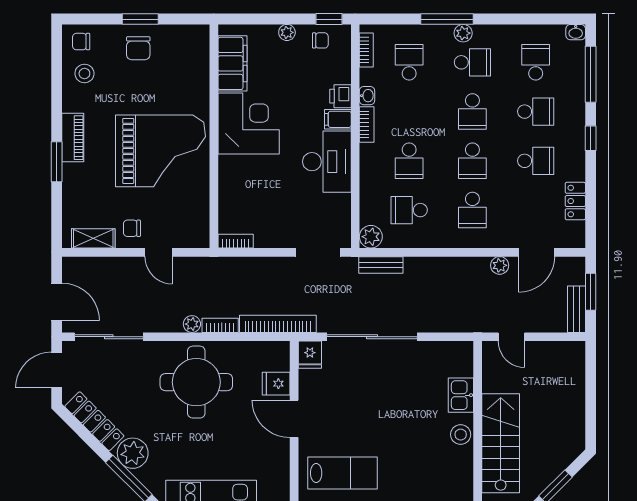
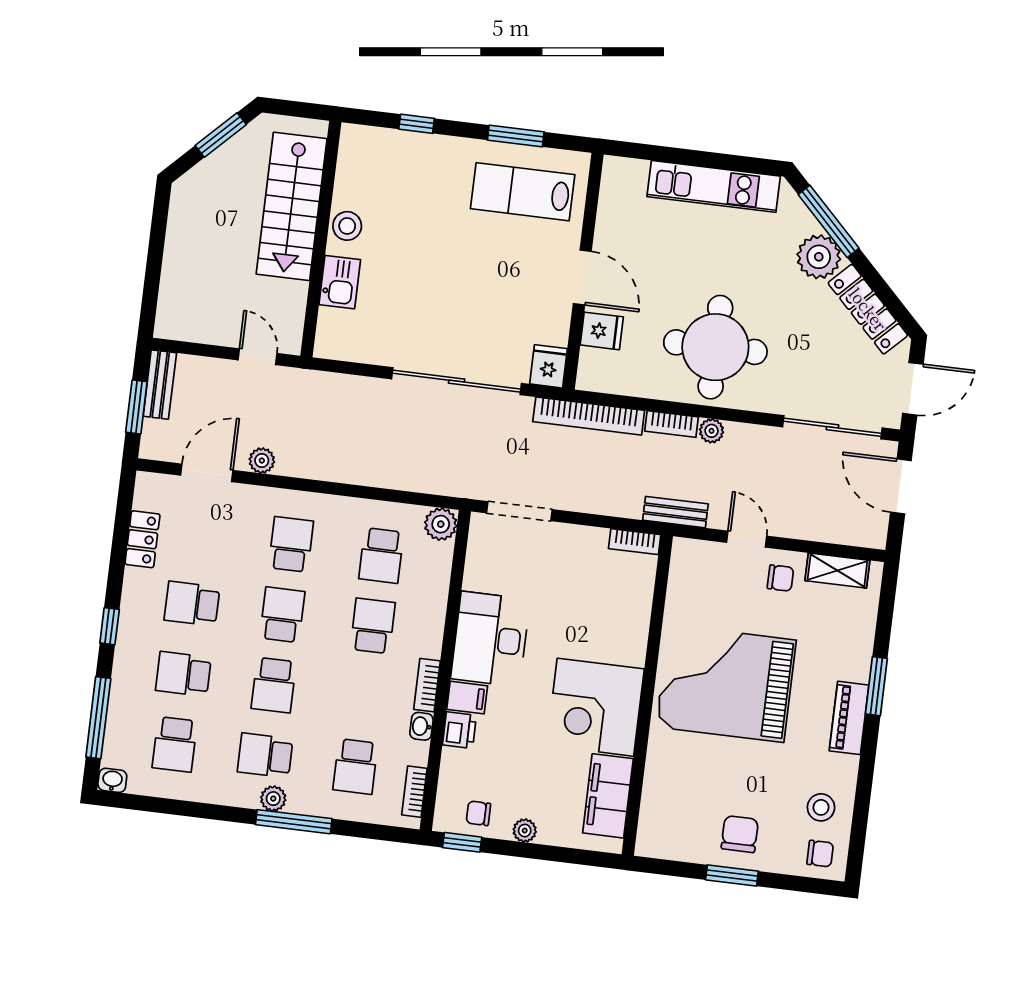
school desk: (472, 112) -> (274, 685), turned 180
school desk: (409, 210) -> (381, 556), turned 90
bench: (381, 265) -> (675, 512), moved

